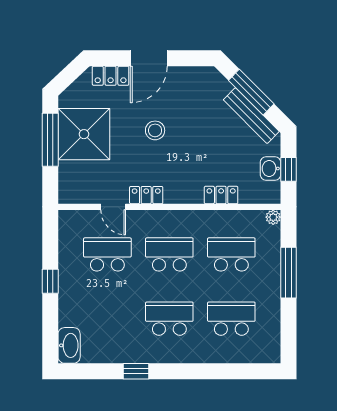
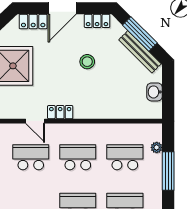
stool: (155, 130) -> (87, 62), moved
window: (288, 169) -> (168, 93), removed
locker: (221, 195) -> (97, 21), moved, turned 180
plant: (273, 217) -> (157, 147), moved

